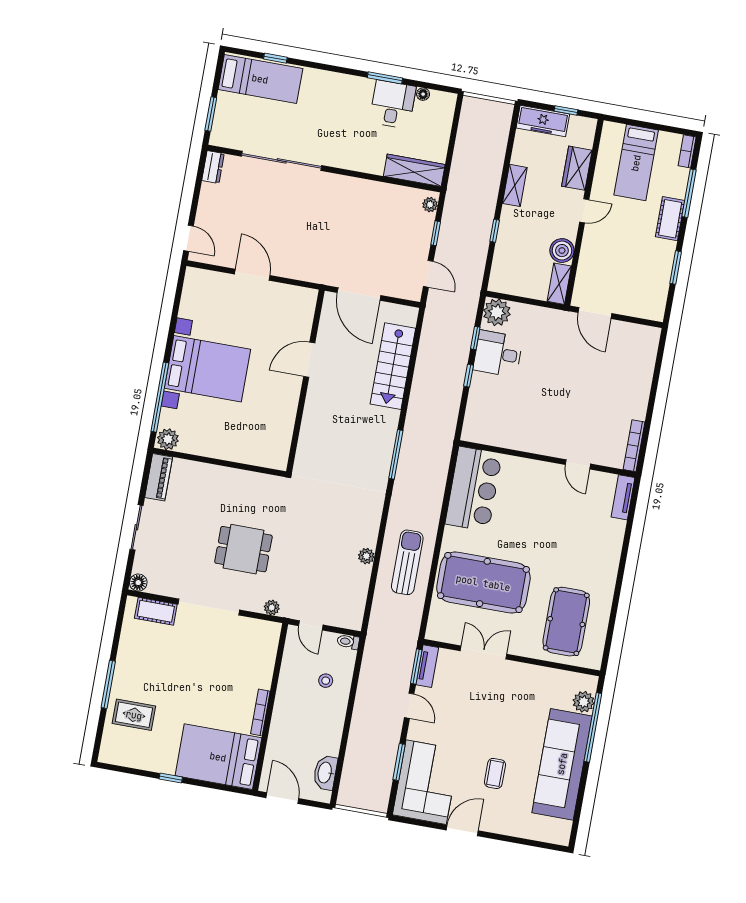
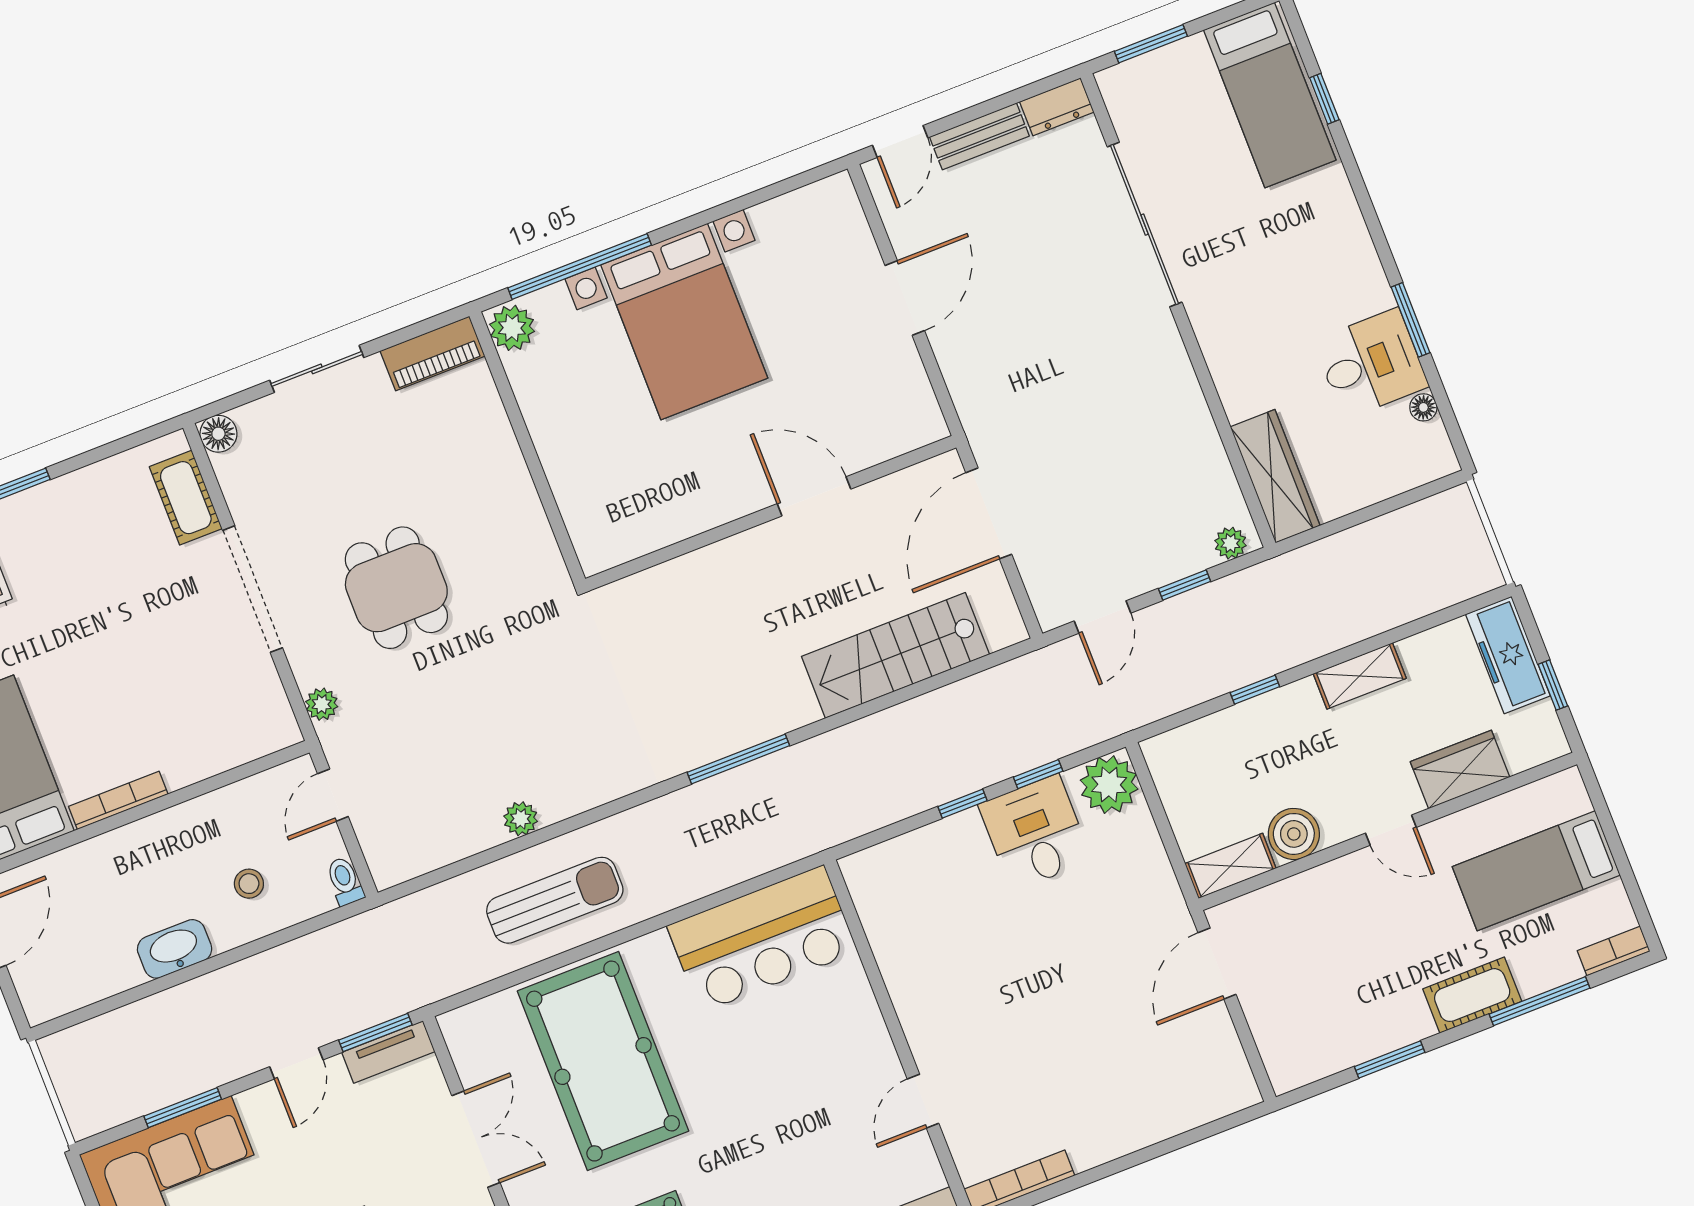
bench: (206, 205) -> (979, 136), added
washbasin: (325, 773) -> (175, 949), moved

